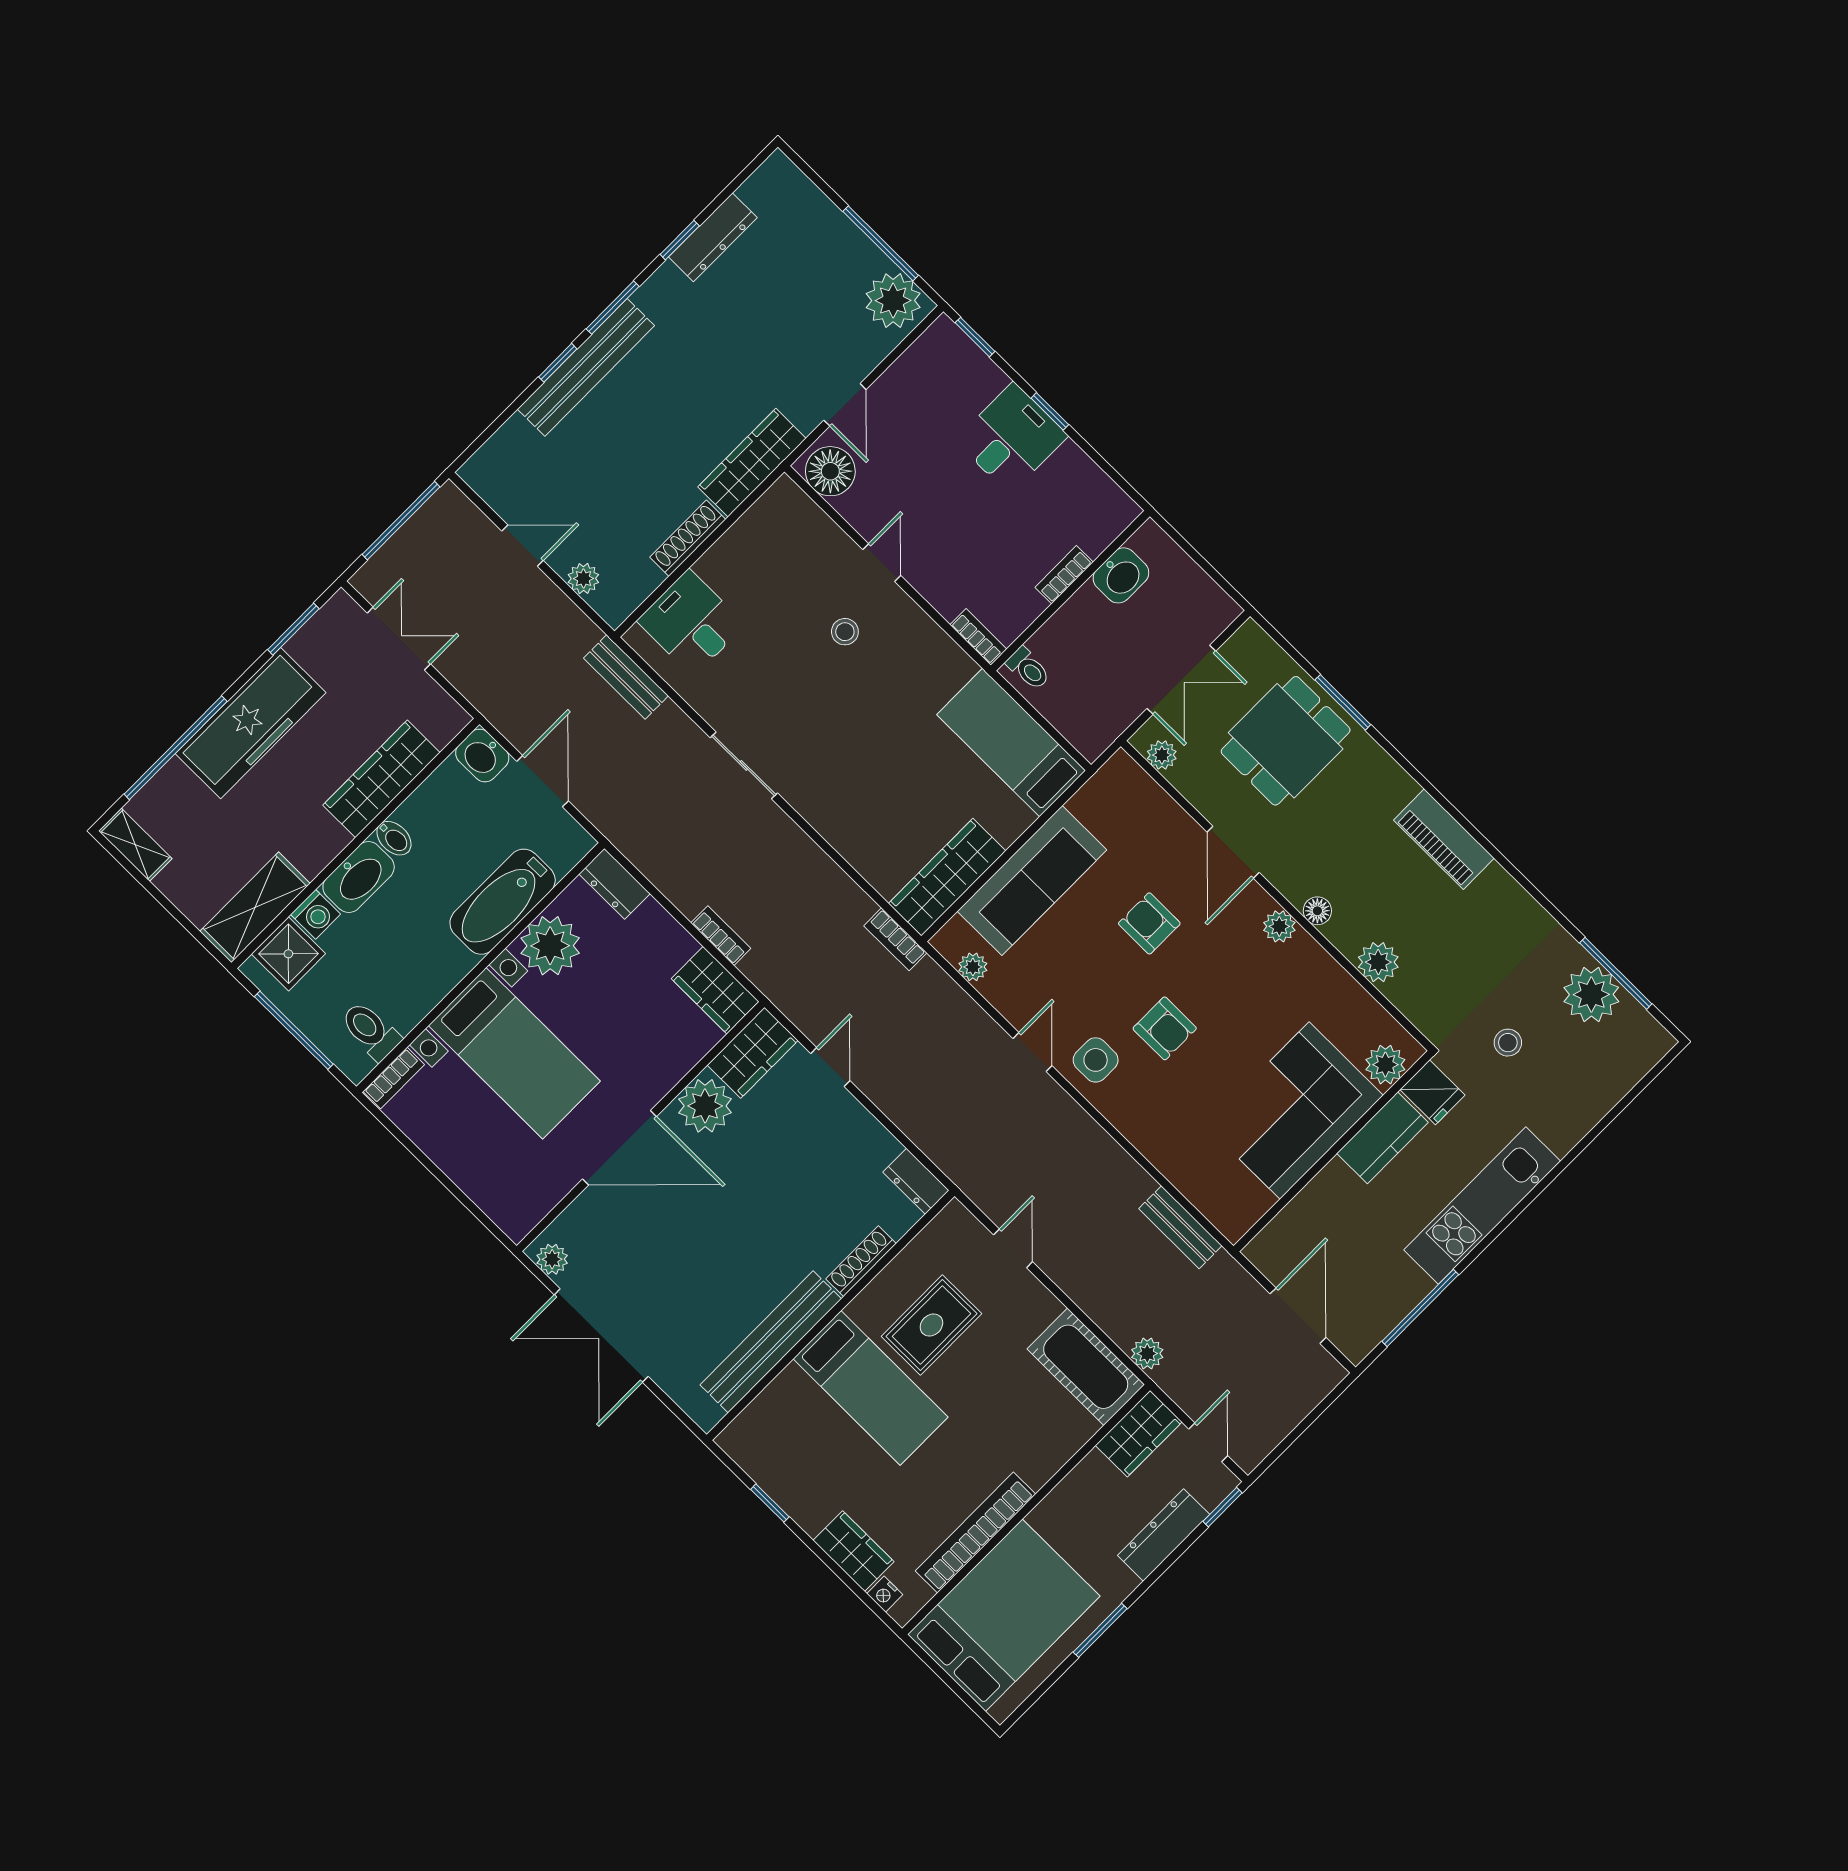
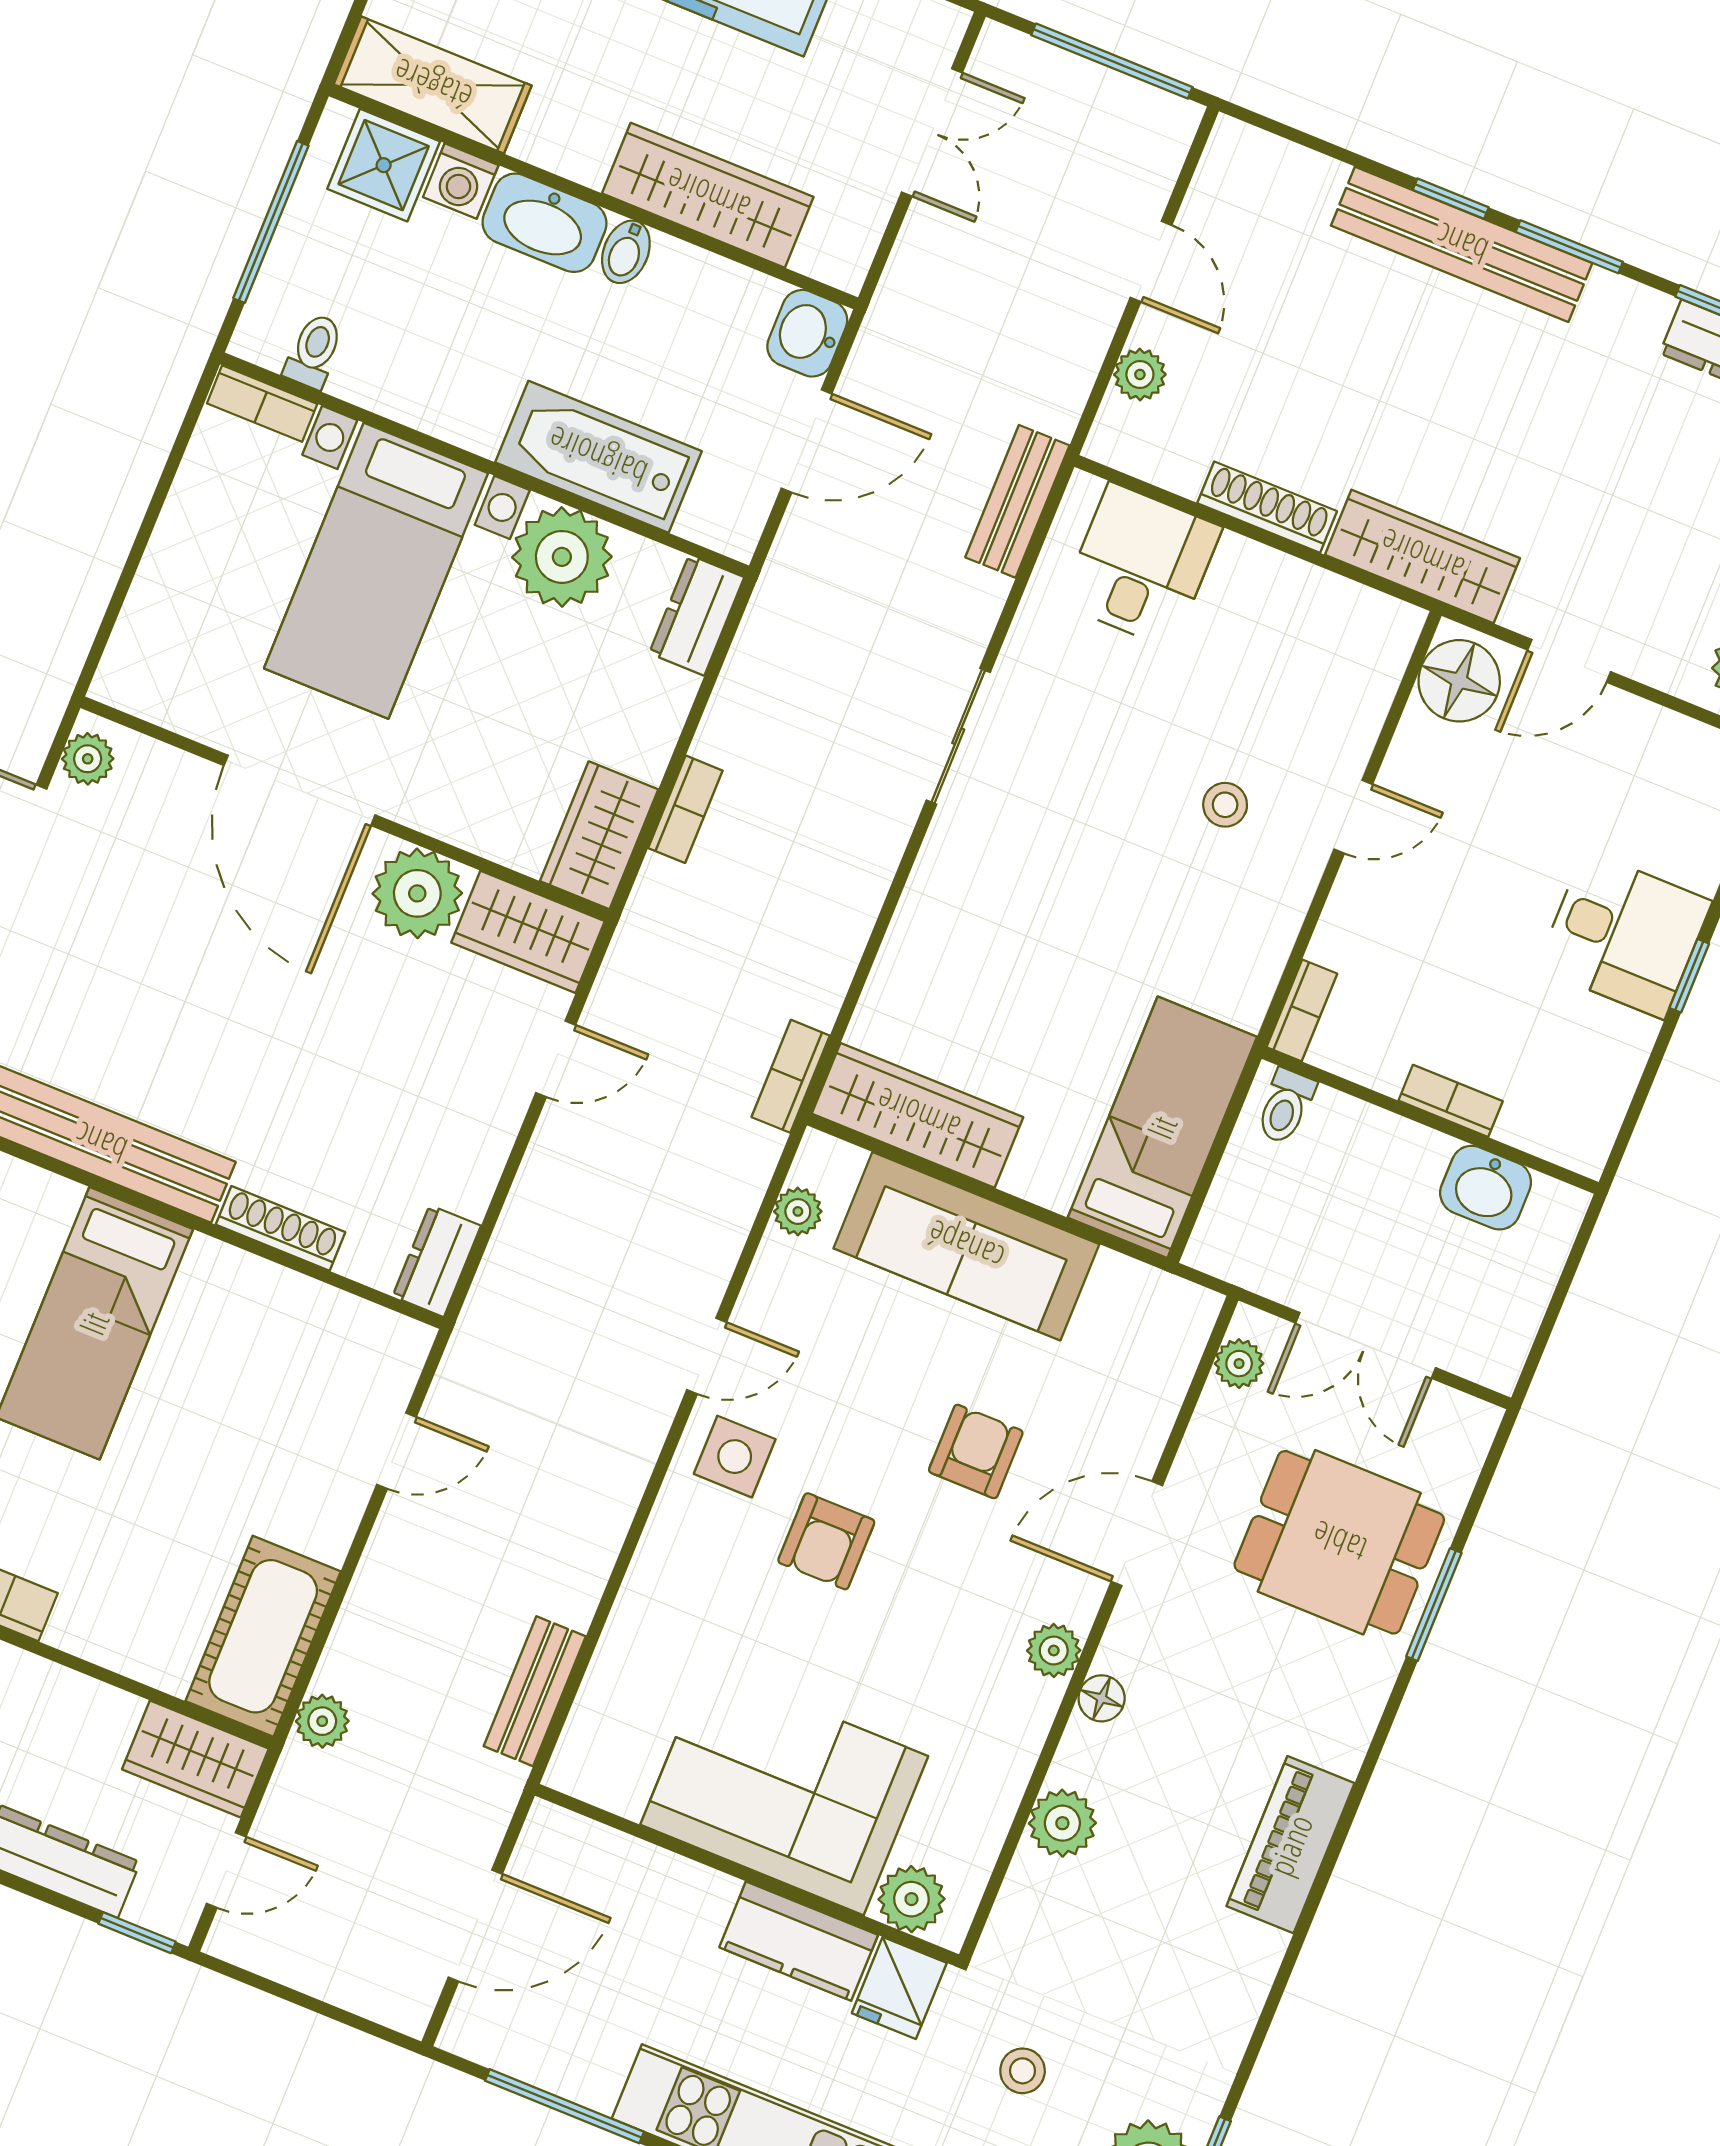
toilet: (371, 1031) -> (314, 351), width x0.73, depth x0.72
rug: (931, 1325) -> (229, 1376), removed

